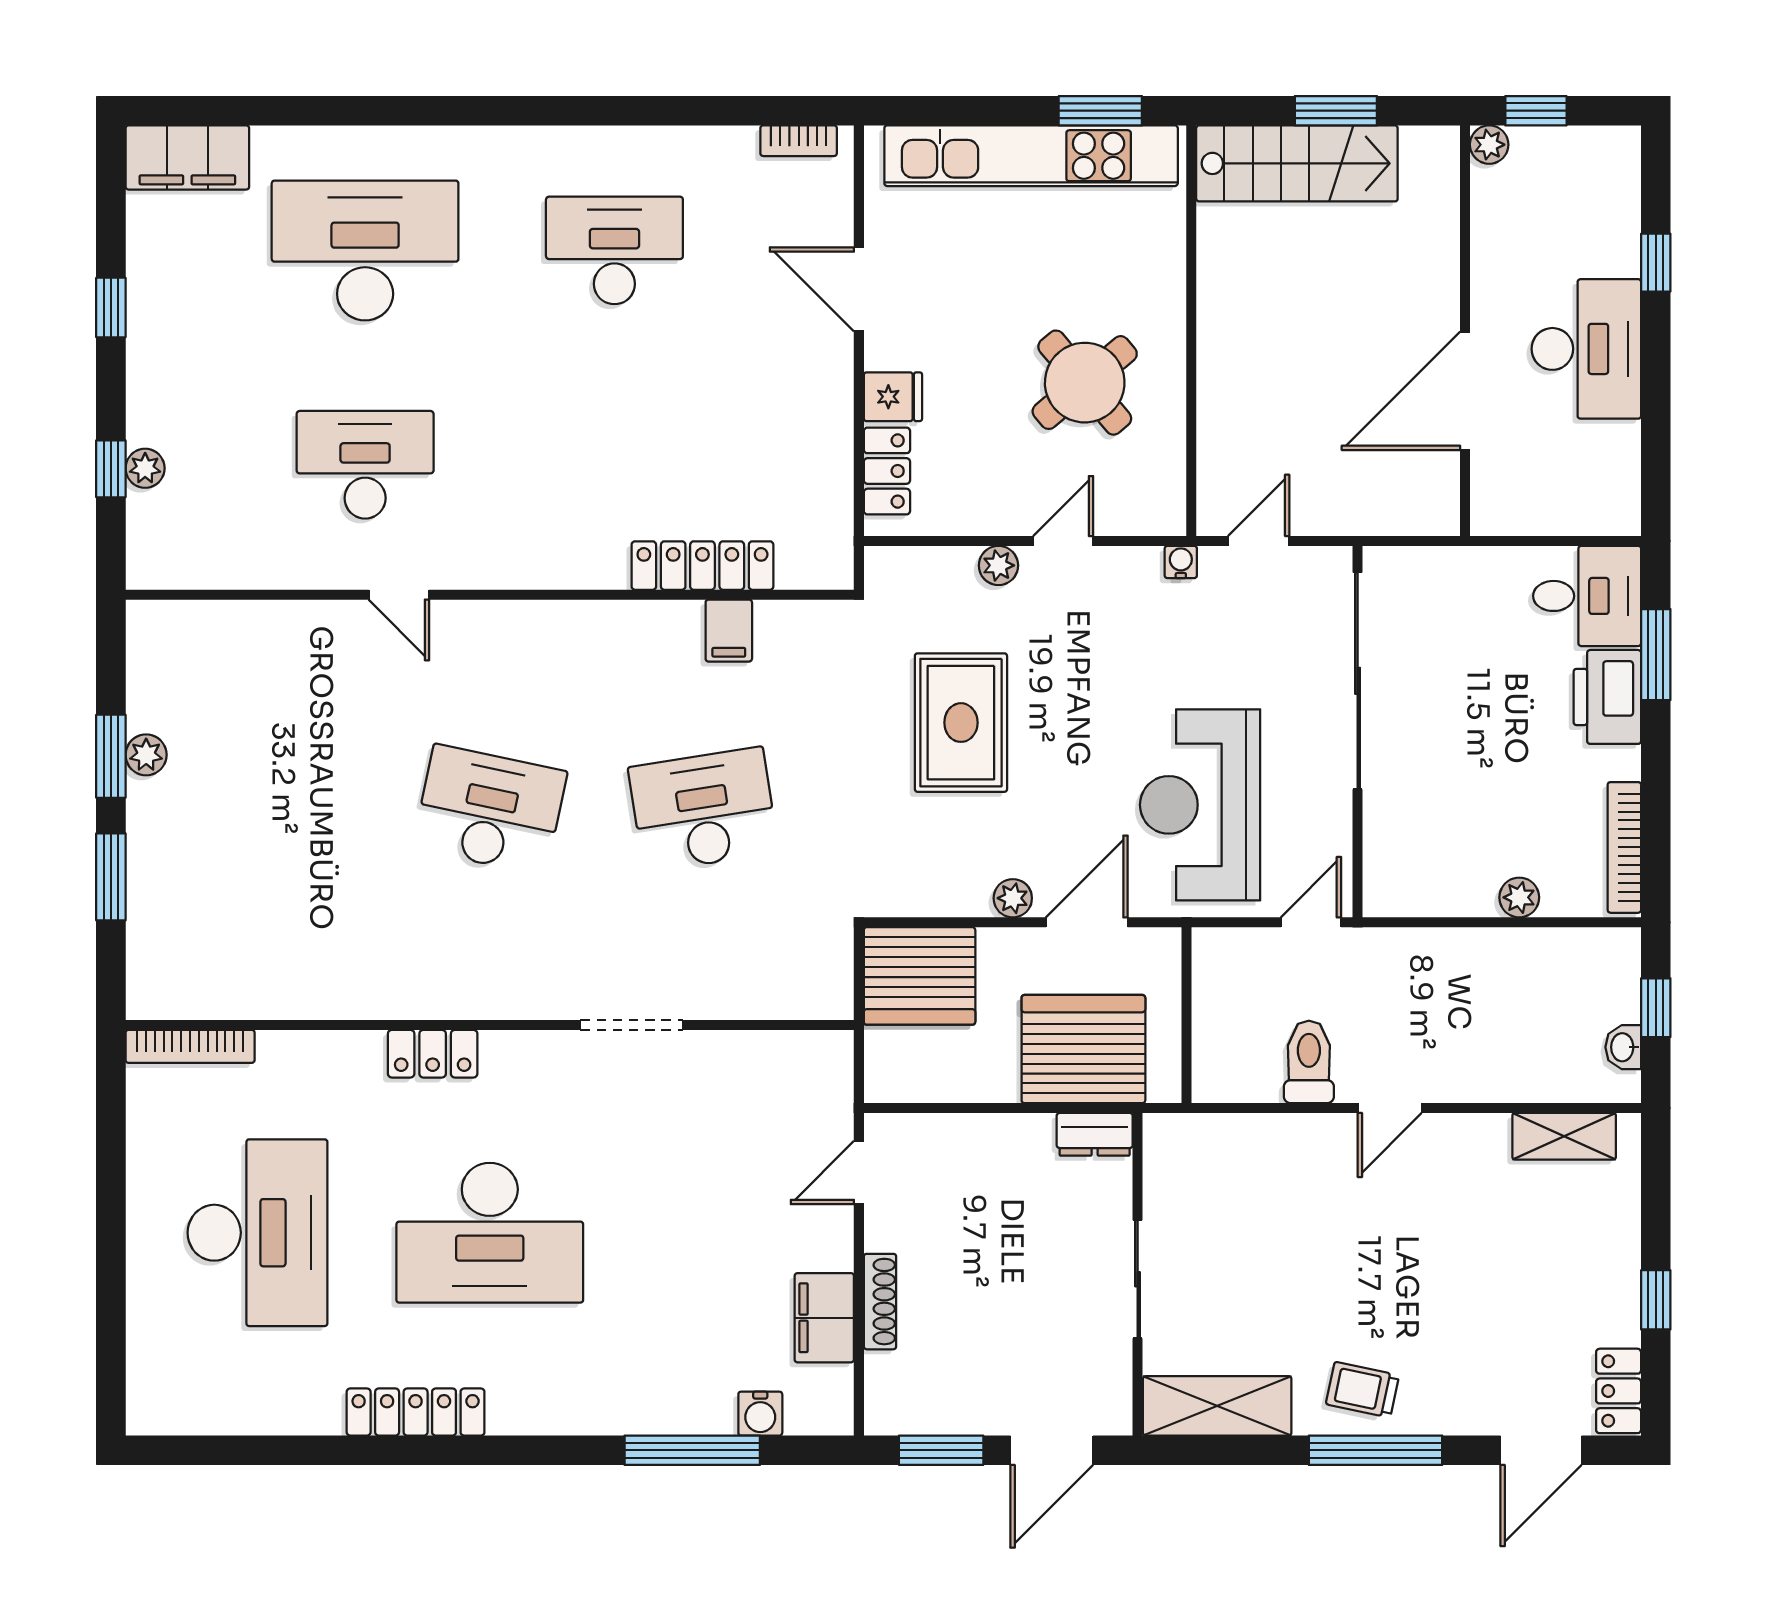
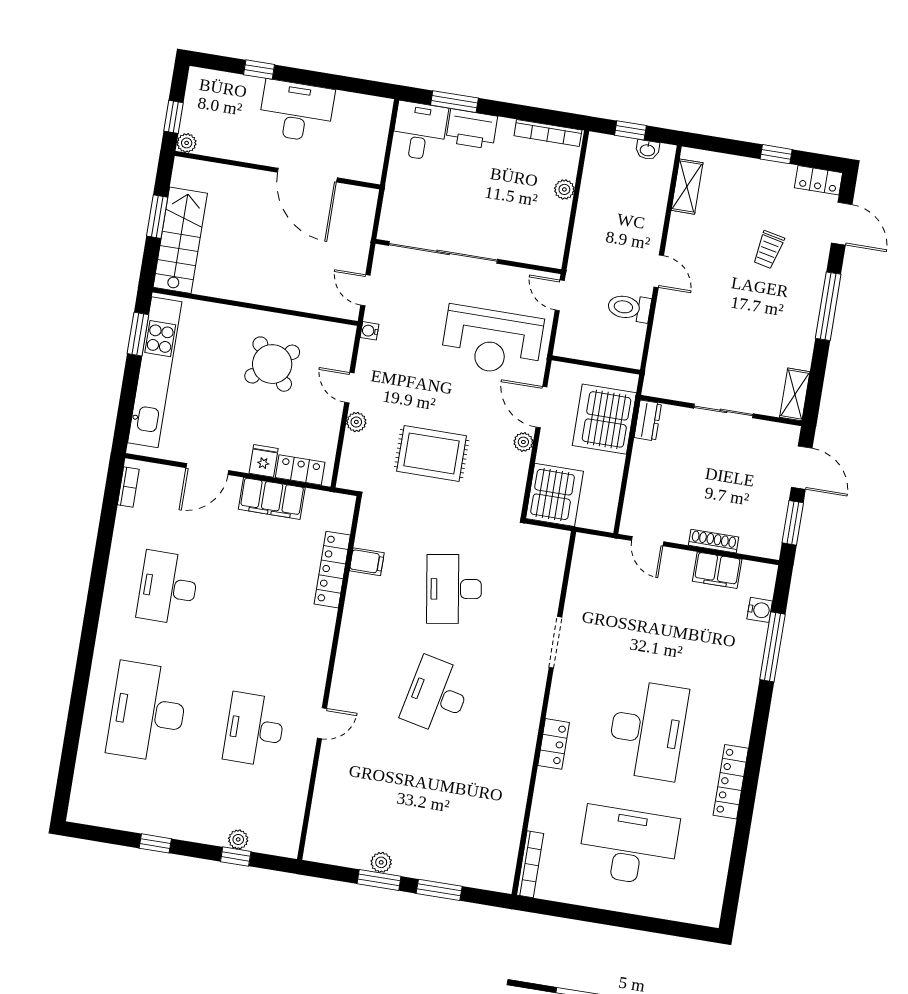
filing cabinet: (187, 157) -> (272, 498), moved, turned 90
trolley: (1362, 1390) -> (768, 250), moved
shelving: (1217, 1406) -> (795, 394), width x0.67, depth x0.75

